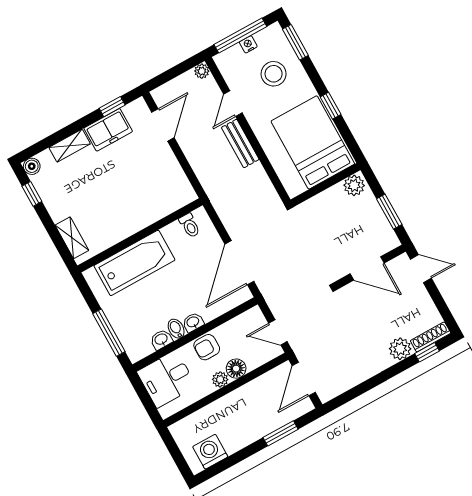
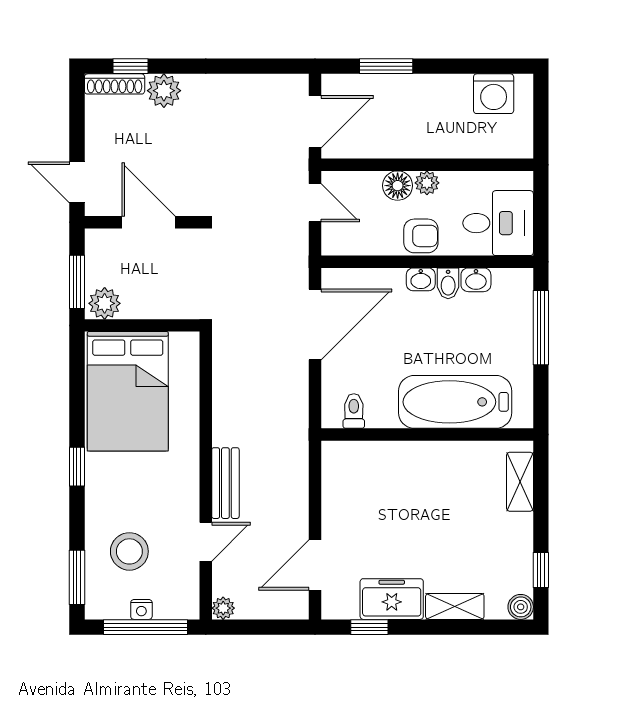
bed: (313, 142) -> (128, 391), moved
wall: (326, 185) -> (142, 325), moved
plant: (354, 185) -> (105, 303), moved

